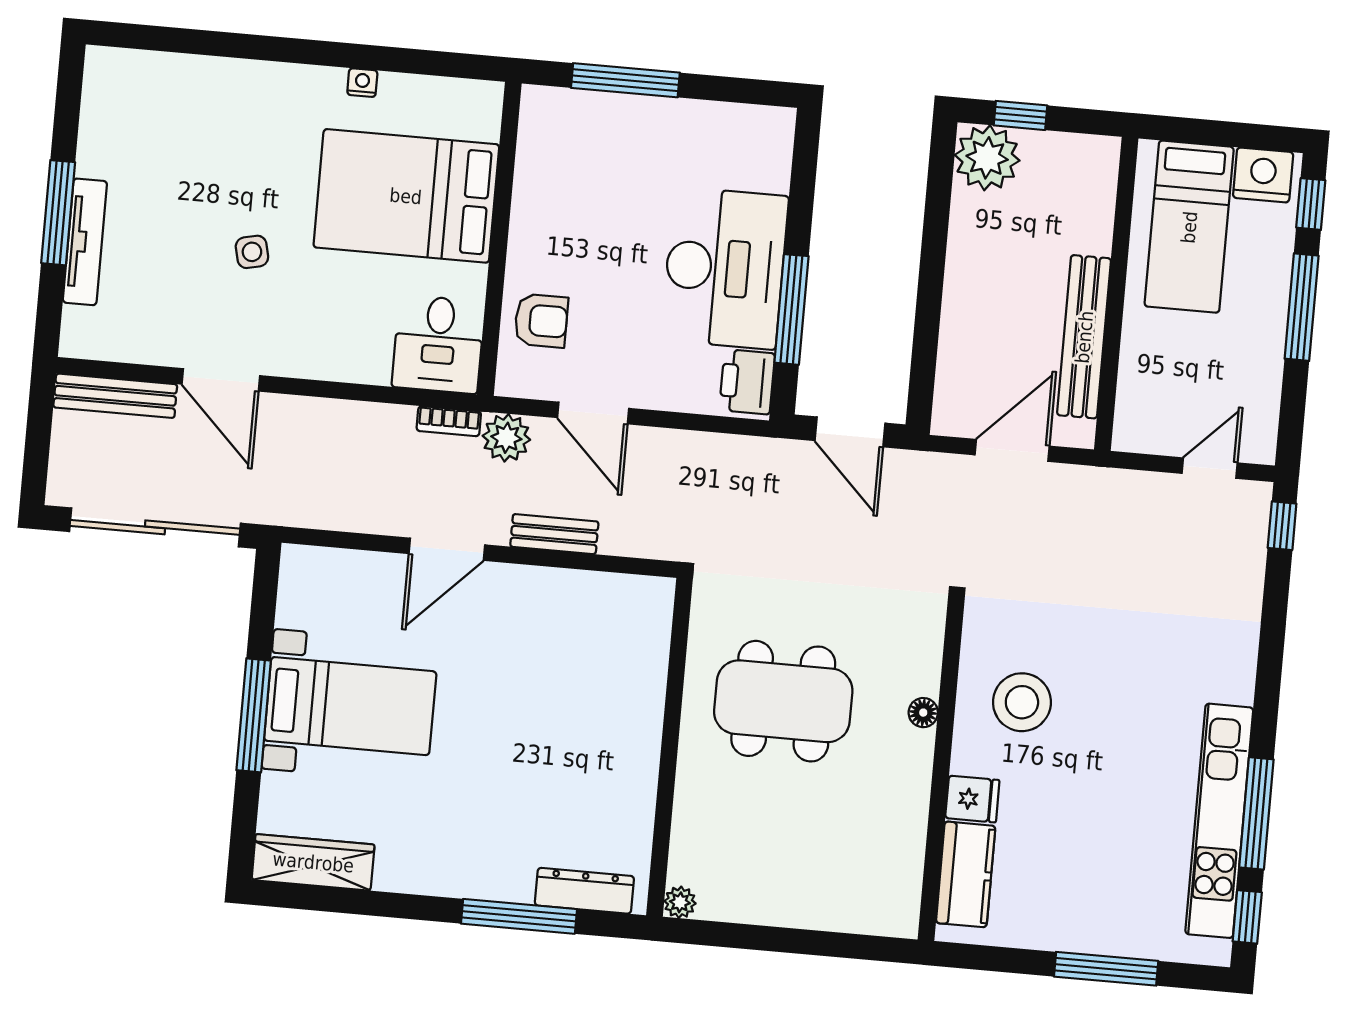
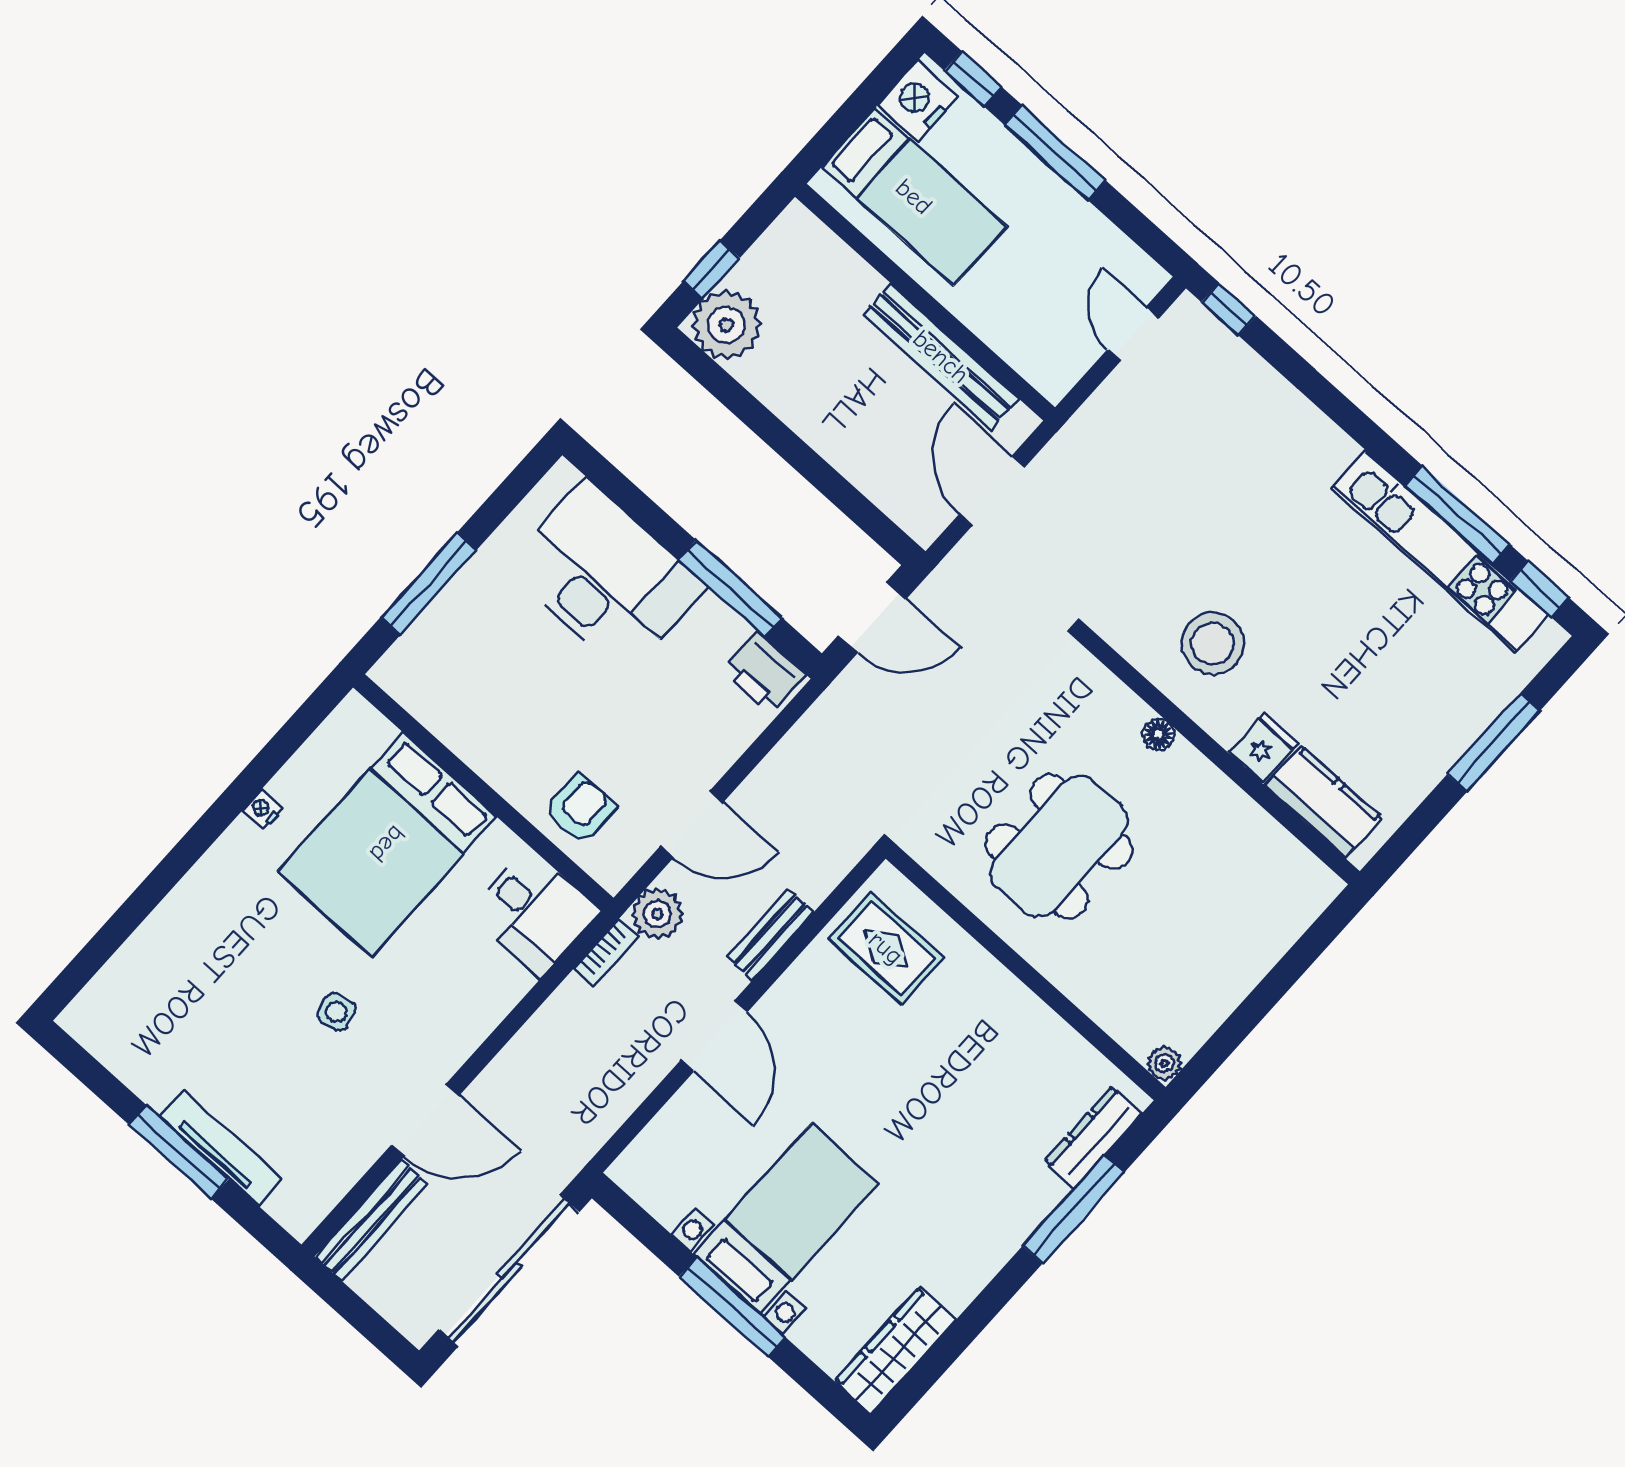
desk: (725, 268) -> (605, 577), moved
rug: (609, 629) -> (886, 948), added

